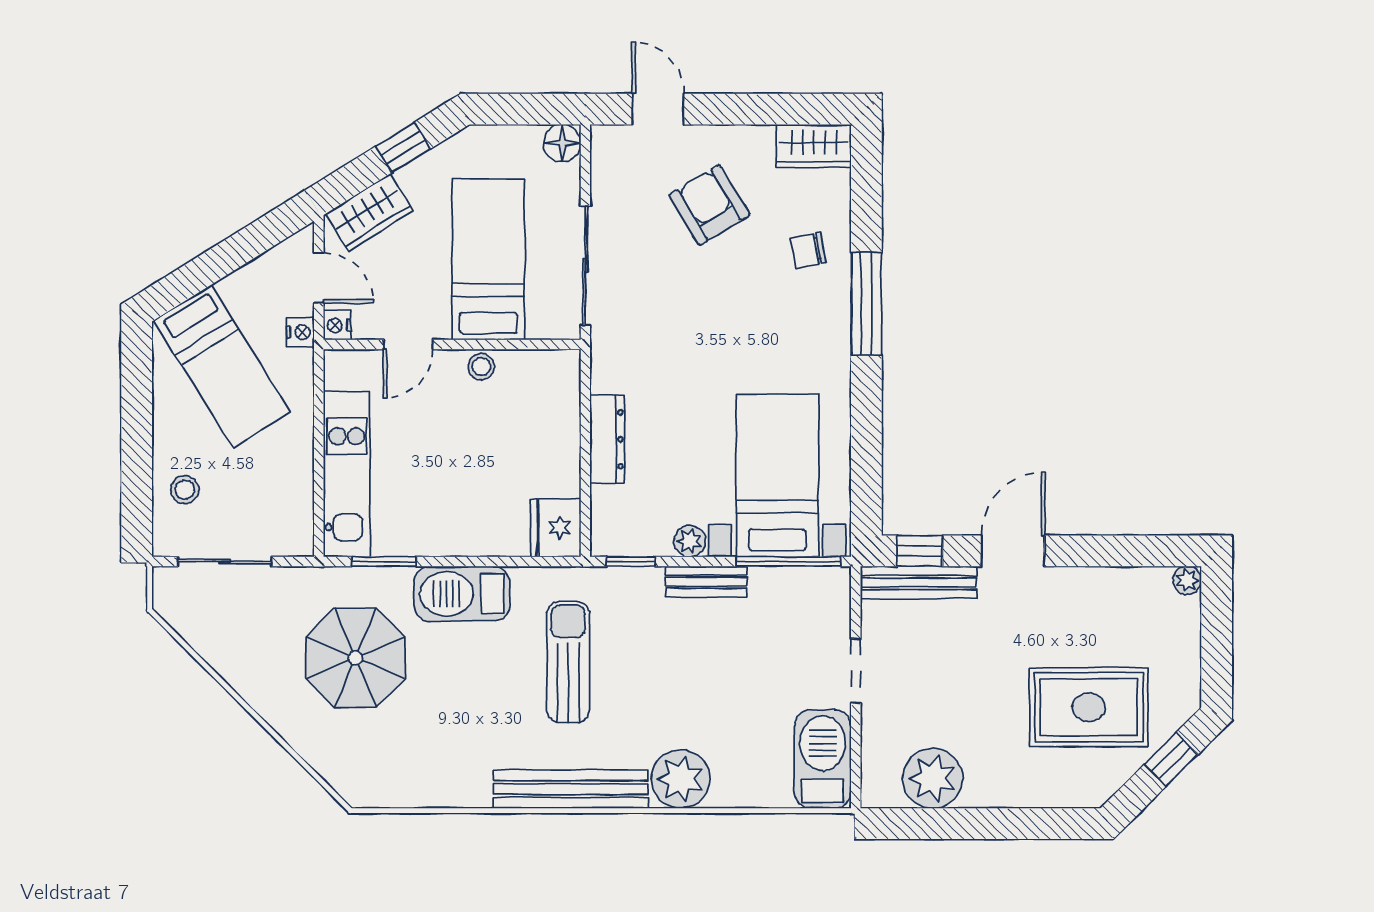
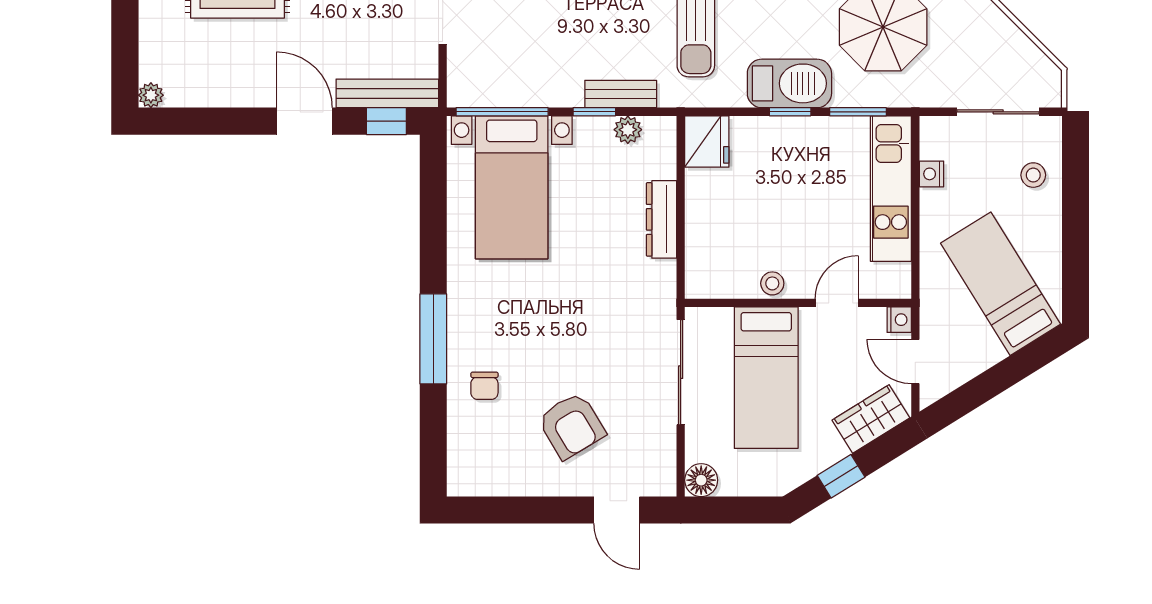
wardrobe: (814, 146) -> (479, 478), removed
chair: (808, 250) -> (484, 386), turned 101
nightstand: (300, 332) -> (932, 174), moved
plant: (690, 541) -> (628, 130), moved
door: (1013, 551) -> (304, 121), swing flipped
window: (461, 562) -> (790, 112), added
window: (631, 562) -> (594, 112), moved
bench: (706, 582) -> (621, 94), moved

